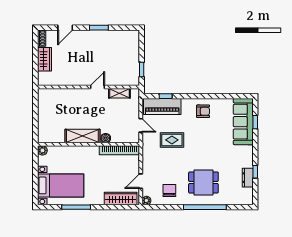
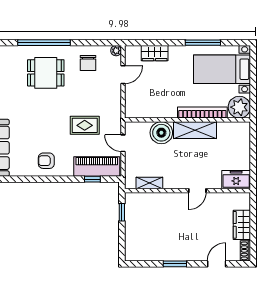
door: (97, 87) -> (197, 191), moved
freezer: (49, 96) -> (236, 180), added
boiler: (106, 138) -> (161, 133), width x1.86, depth x1.86
plant: (42, 150) -> (239, 107), width x1.87, depth x1.87
bookcase: (119, 150) -> (202, 113), moved
wardrobe: (121, 199) -> (155, 53), width x0.67

